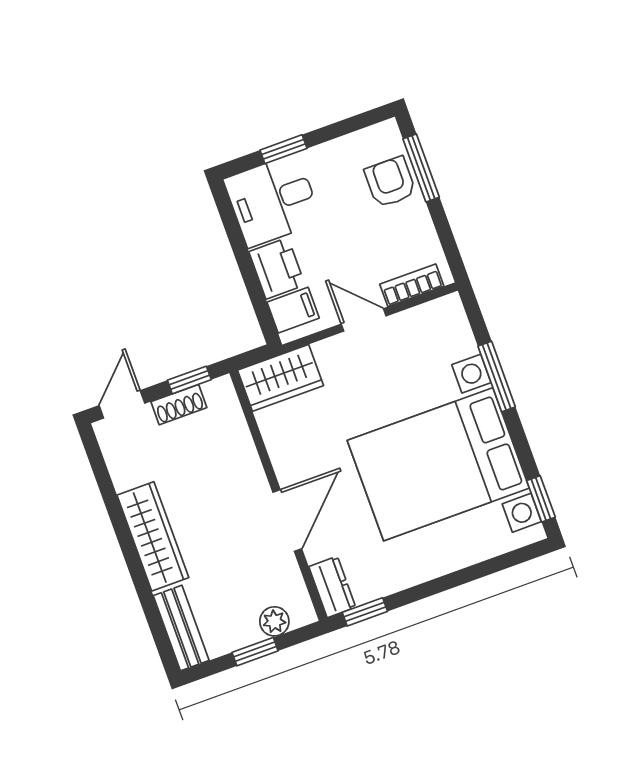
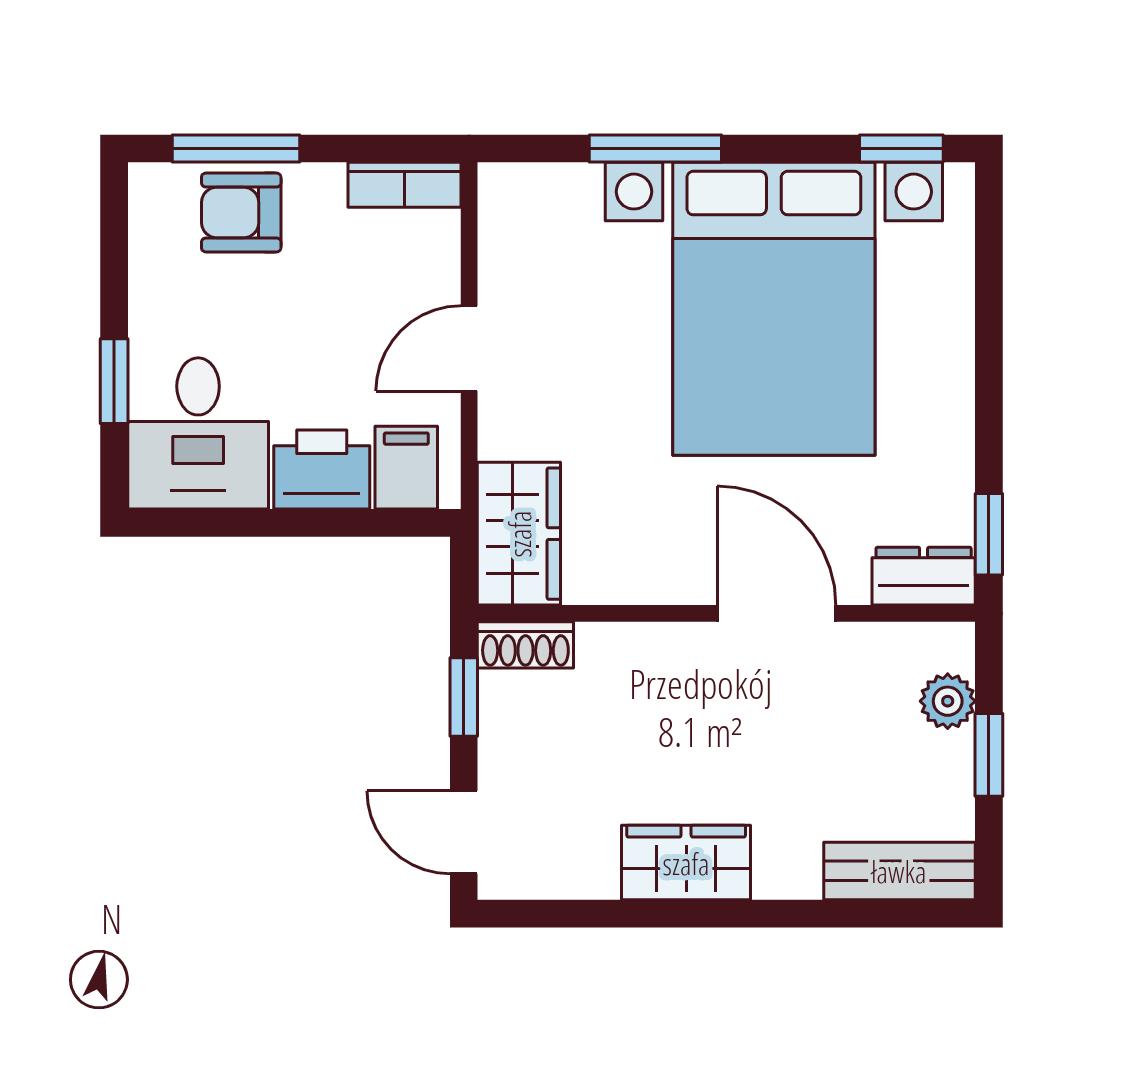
bookcase: (412, 285) -> (405, 185), moved, turned -90
shoe rack: (179, 405) -> (525, 645), moved, turned 90
wardrobe: (153, 536) -> (686, 863), width x0.67

